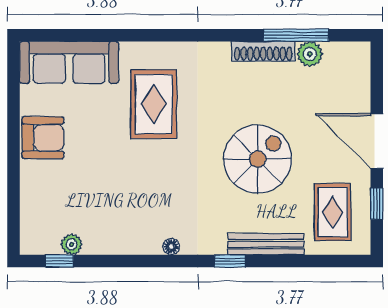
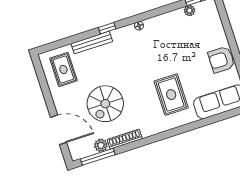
window: (296, 35) -> (98, 157), moved
door: (377, 141) -> (59, 130), moved
spiral stairs: (258, 159) -> (105, 104), moved
window: (377, 204) -> (43, 81), removed

